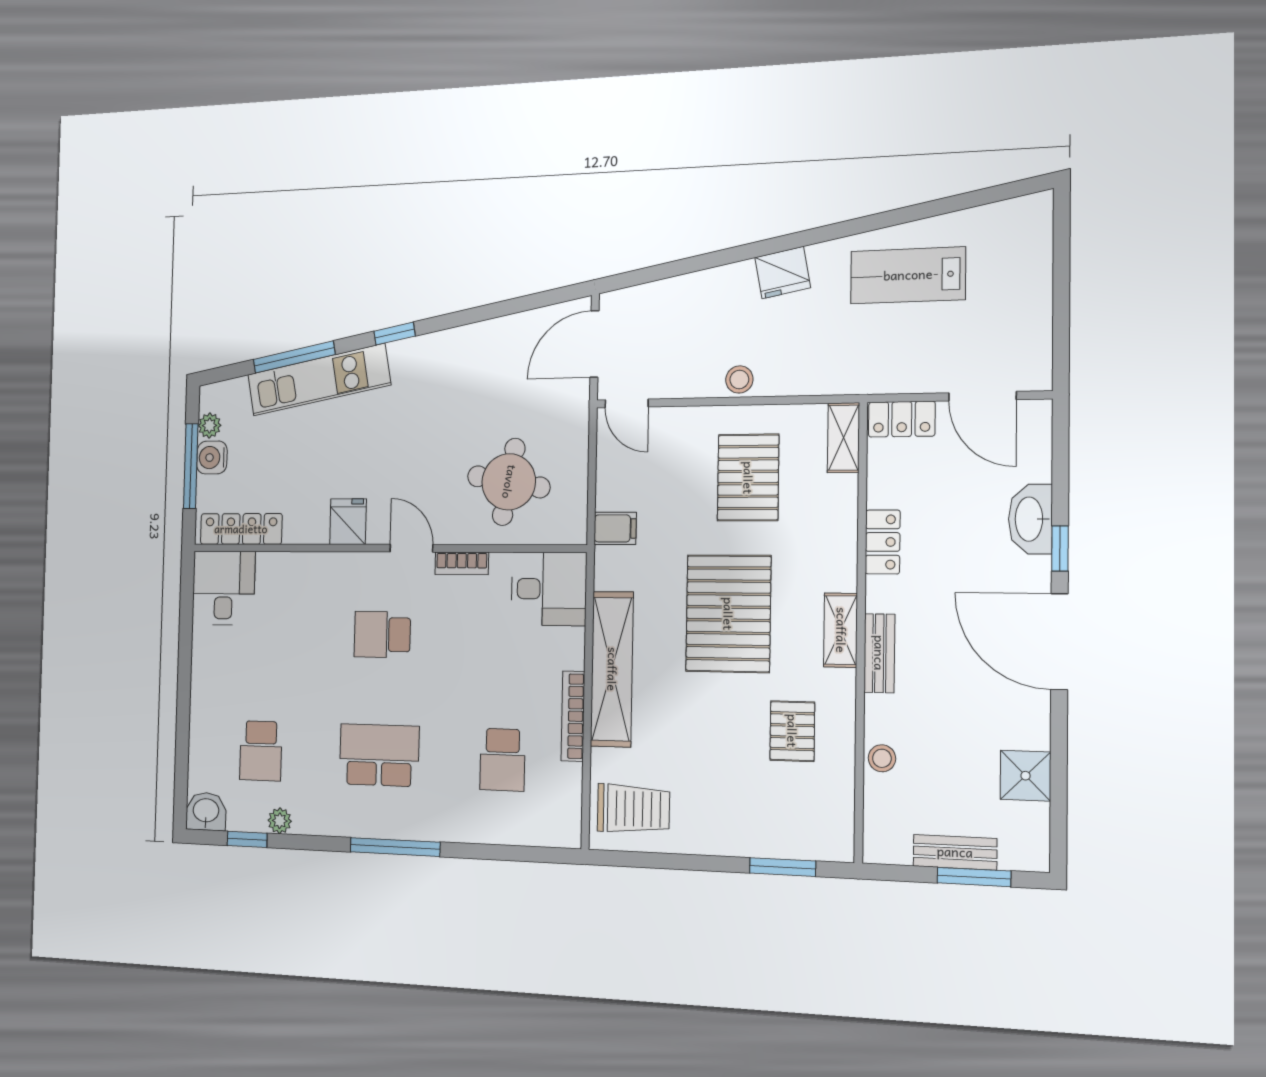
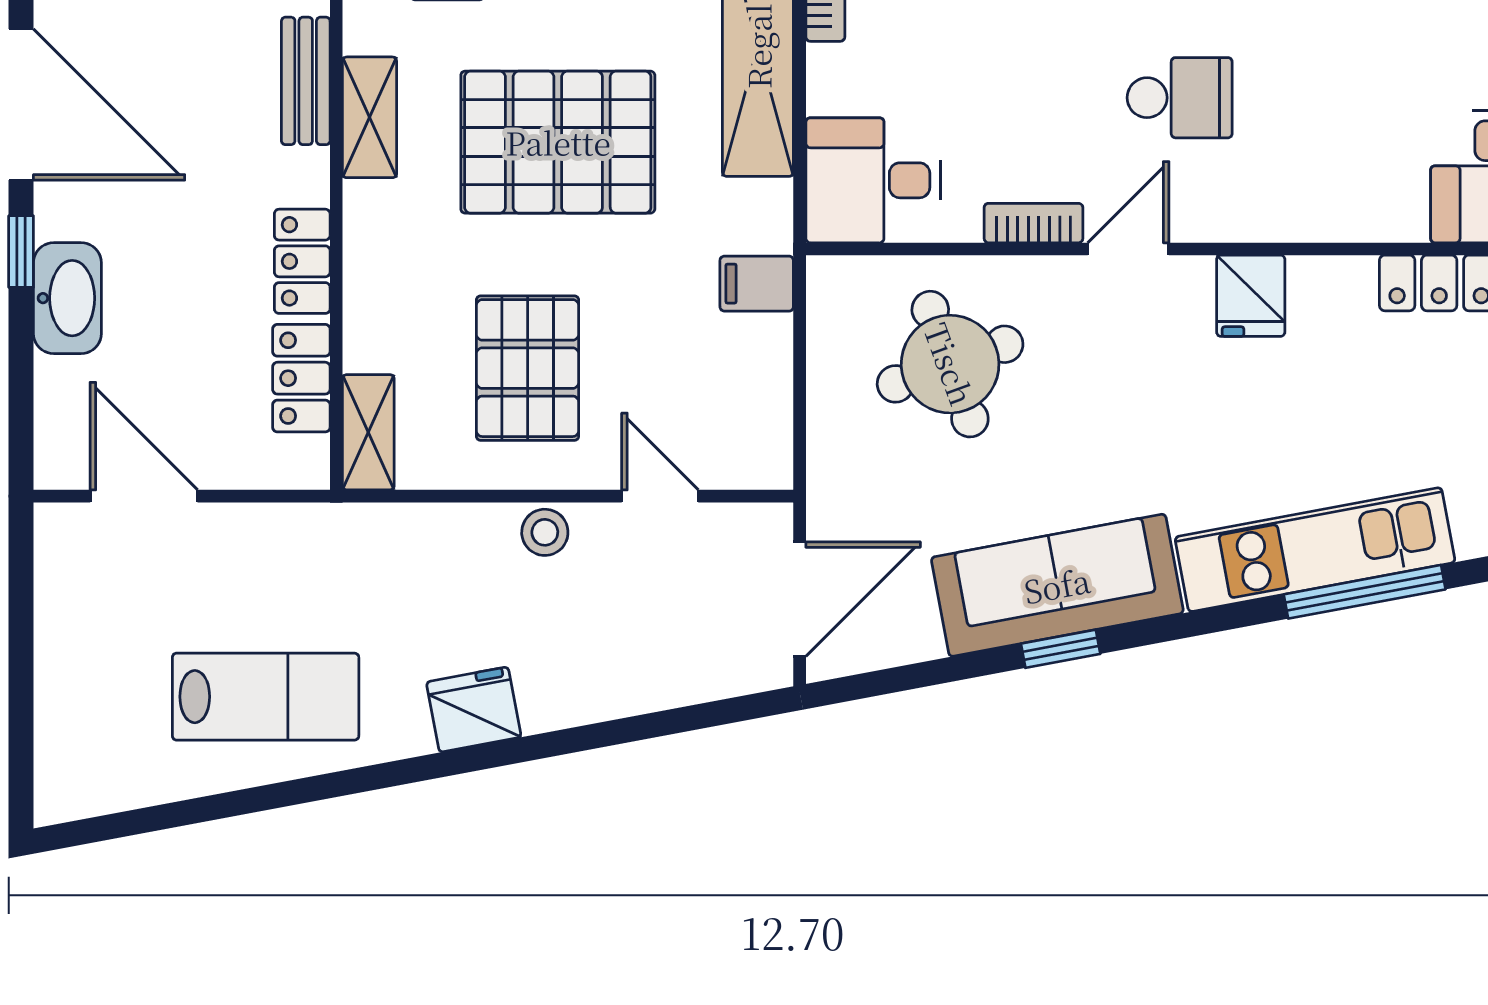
window: (395, 334) -> (1061, 649), moved
sofa: (454, 356) -> (1057, 585), added
door: (627, 403) -> (660, 496), moved
locker: (902, 419) -> (301, 378), moved, turned -90
round table: (509, 482) -> (950, 364), turned -30
door: (411, 548) -> (1128, 249), swing flipped
pallet: (728, 614) -> (558, 142), turned 90

